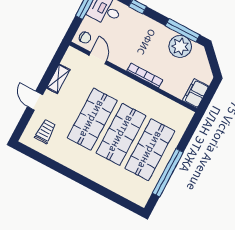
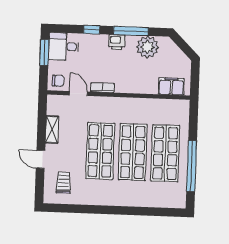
printer: (155, 29) -> (117, 42), added
window: (183, 30) -> (131, 31), moved
bookcase: (145, 75) -> (102, 88), moved, width x0.64
filing cabinet: (196, 93) -> (171, 86), moved, turned 90

